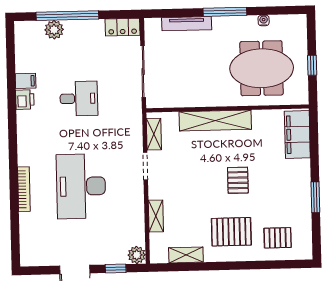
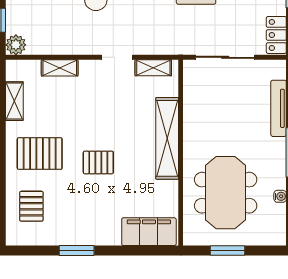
window: (312, 65) -> (228, 251), width x1.50
pallet: (231, 232) -> (40, 154), turned 90

